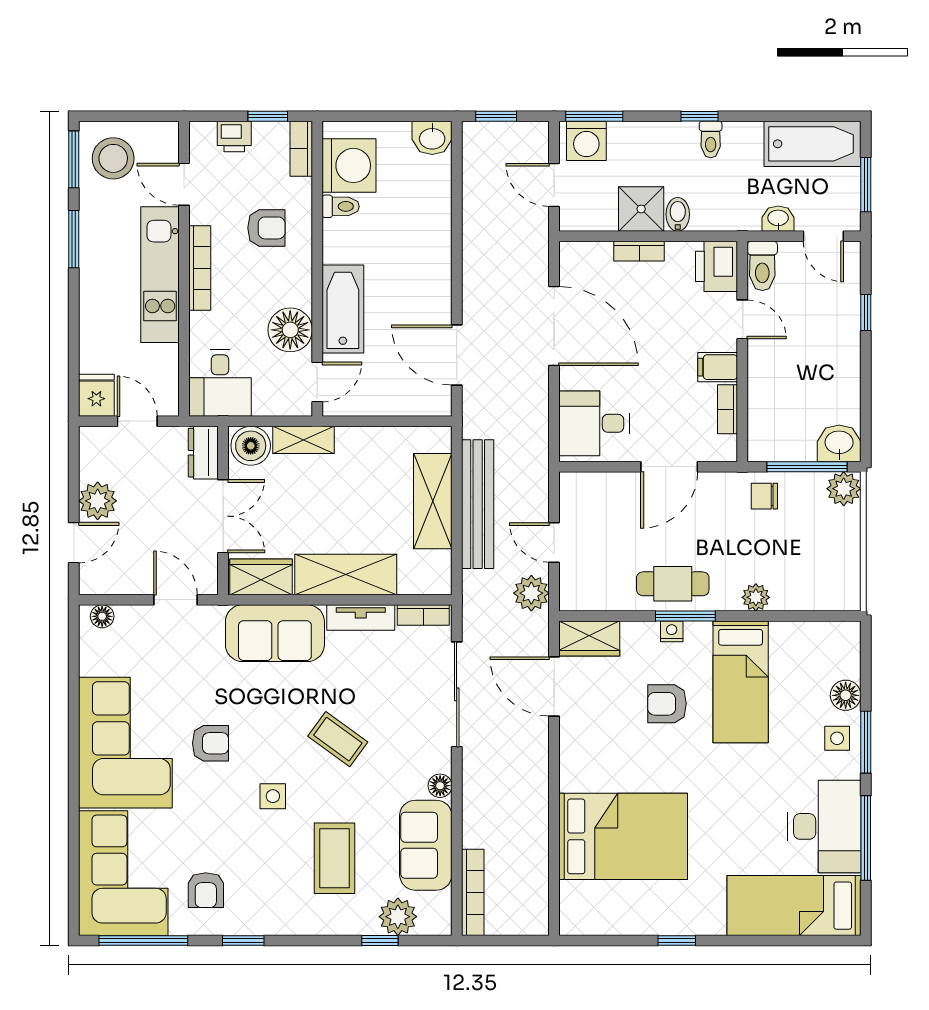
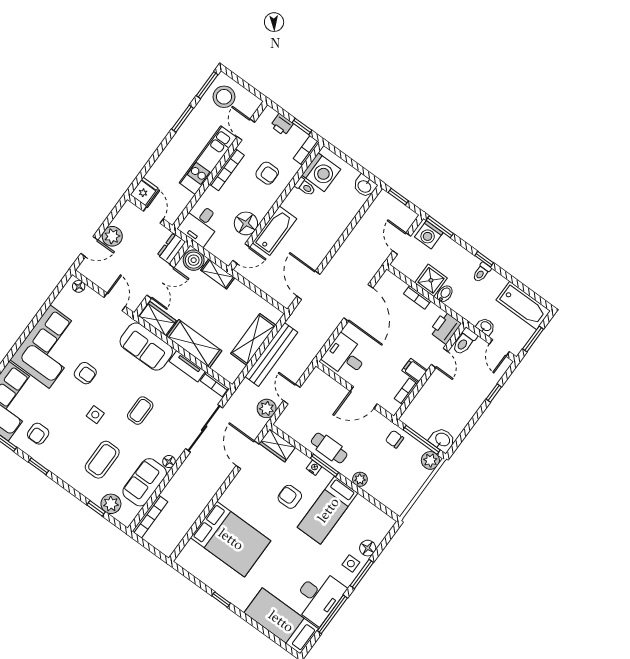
coffee table: (338, 739) -> (140, 411), turned 54

